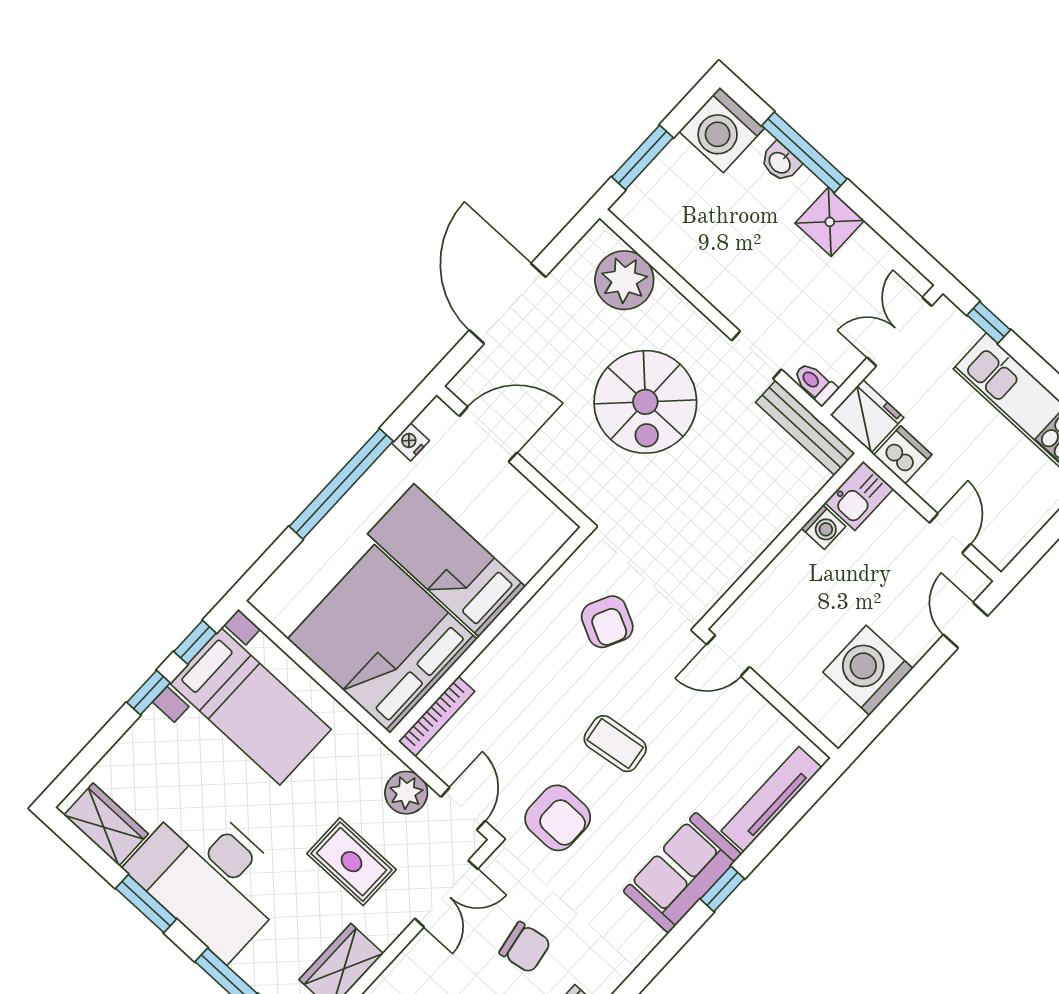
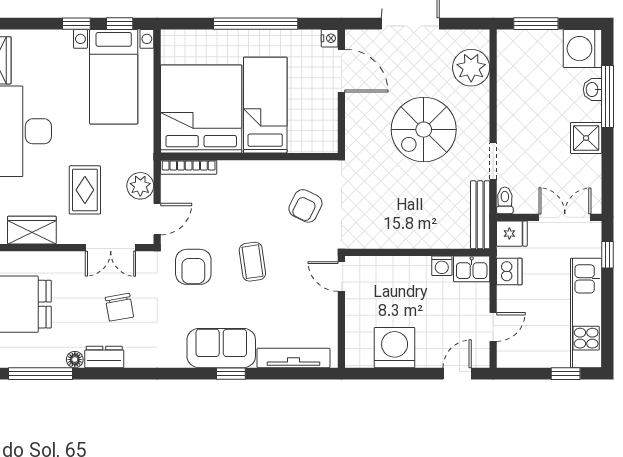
fridge: (867, 416) -> (512, 234), width x0.72
nightstand: (410, 442) -> (330, 38), moved, turned 90

